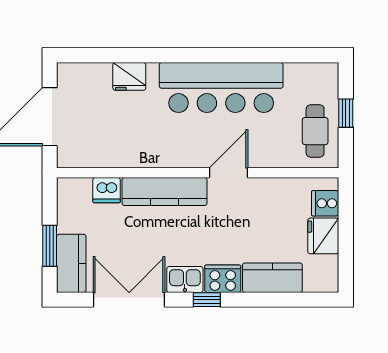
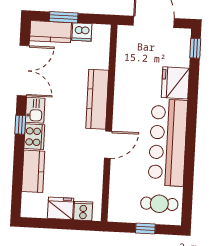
window: (84, 55) -> (195, 48), added
fridge: (129, 76) -> (175, 83), width x1.36, depth x1.34
cafe table: (315, 131) -> (159, 204), moved
door: (229, 173) -> (108, 145), hinge flipped
dishwasher: (107, 190) -> (82, 32), moved, turned -90

